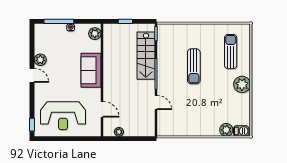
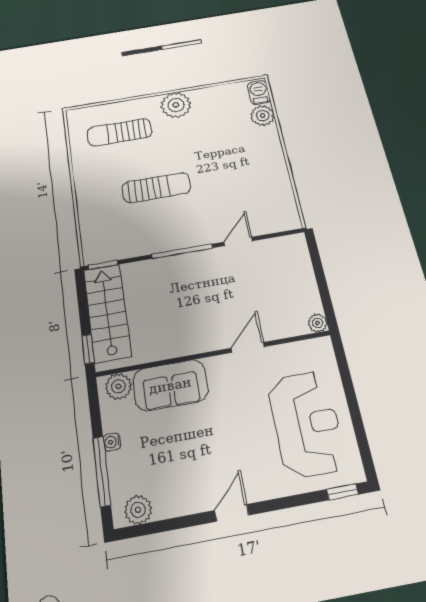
window: (125, 21) -> (88, 349), moved
stairs: (146, 56) -> (107, 313), moved, turned -90
plant: (40, 60) -> (138, 510), moved
sofa: (91, 70) -> (170, 385), moved
door: (102, 109) -> (248, 347), moved
plant: (119, 132) -> (318, 323), moved

